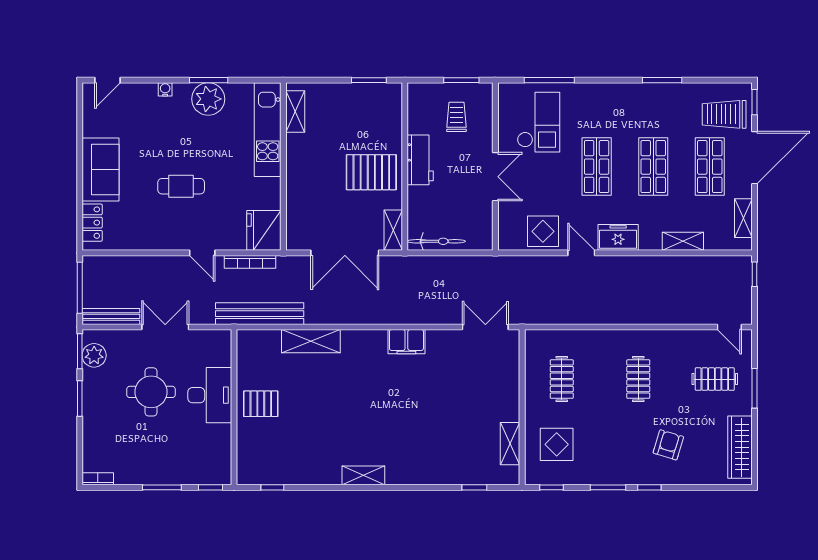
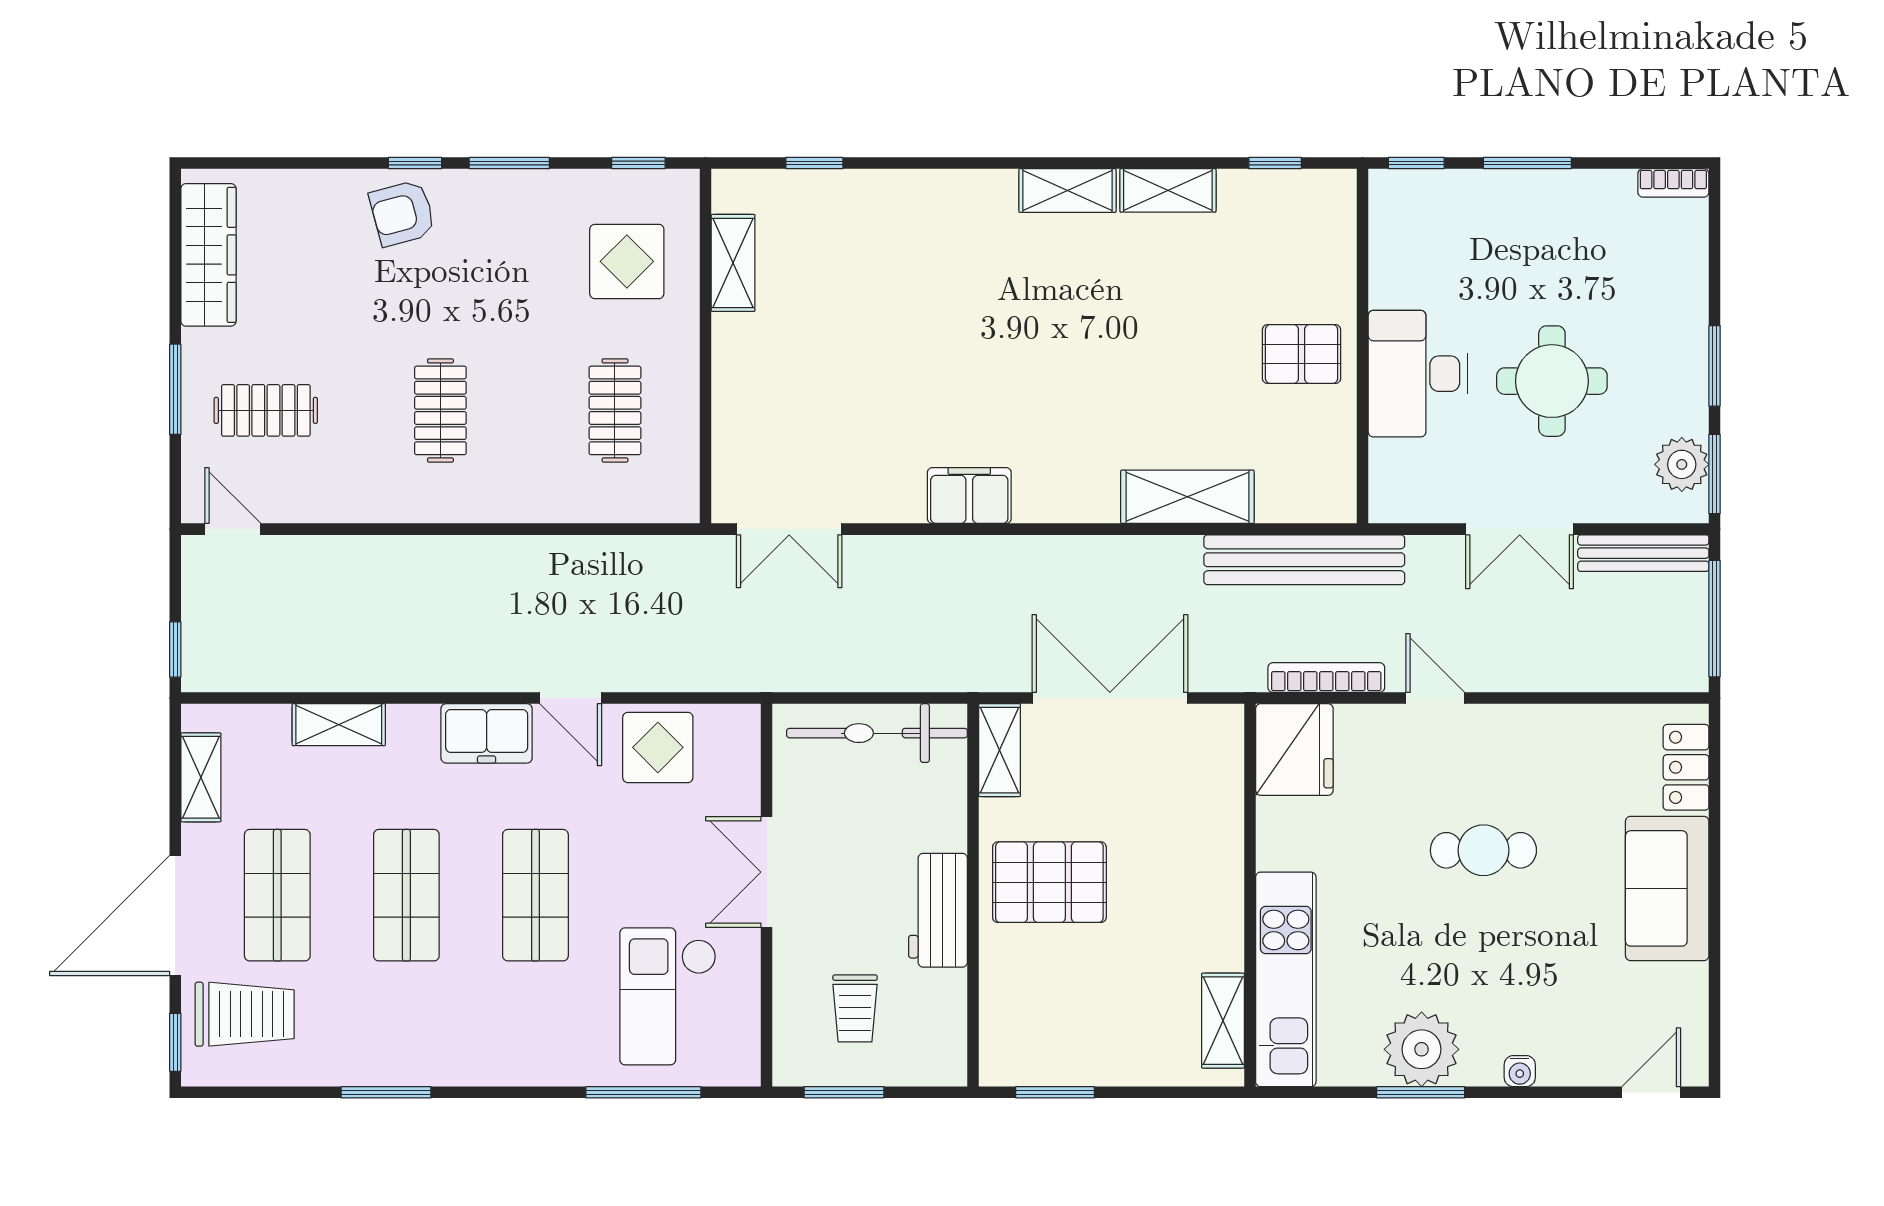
bicycle: (436, 241) -> (877, 733), width x1.37, depth x1.40
armchair: (668, 445) -> (402, 213), moved, turned 58
shelving: (319, 475) -> (1168, 190), added

